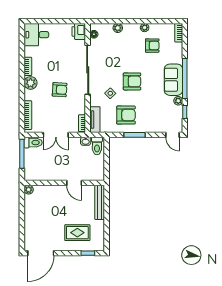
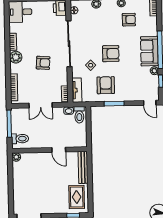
armchair: (126, 115) -> (106, 85), turned -90
toilet: (33, 143) -> (20, 139), moved
rug: (77, 233) -> (77, 197), moved, turned 90

